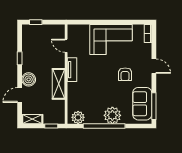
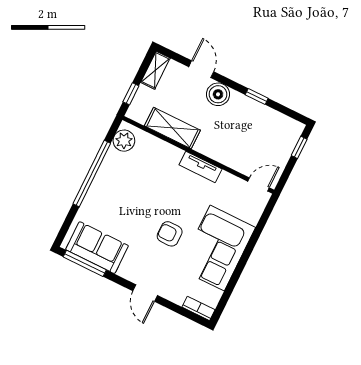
door: (66, 46) -> (259, 184), moved
door: (154, 66) -> (145, 293), hinge flipped
armchair: (125, 74) -> (170, 234), moved
shelving: (59, 84) -> (172, 128), moved
plant: (112, 115) -> (102, 194), removed

